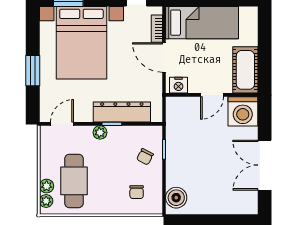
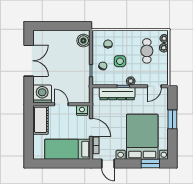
door: (212, 95) -> (61, 104), hinge flipped
side table: (117, 164) -> (120, 61), added
cafe table: (74, 181) -> (147, 51), width x0.73, depth x0.74

